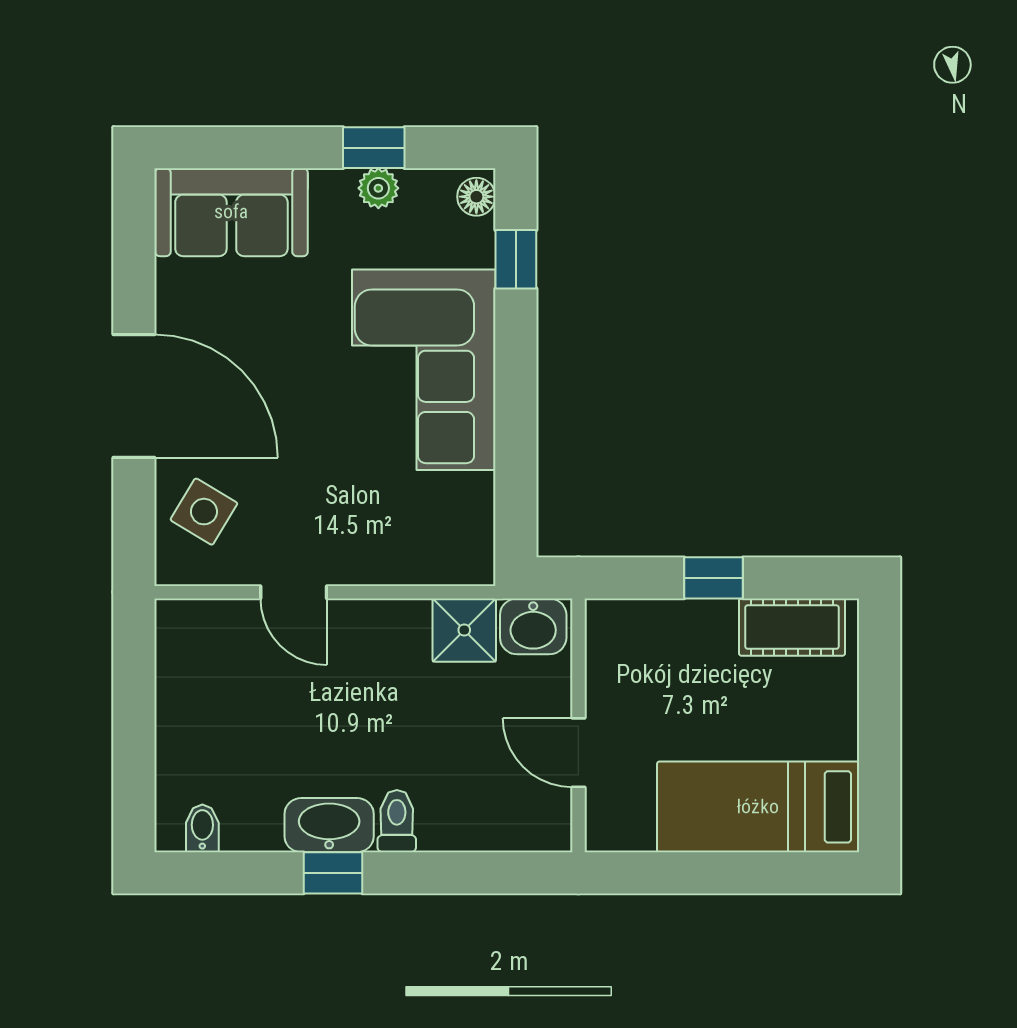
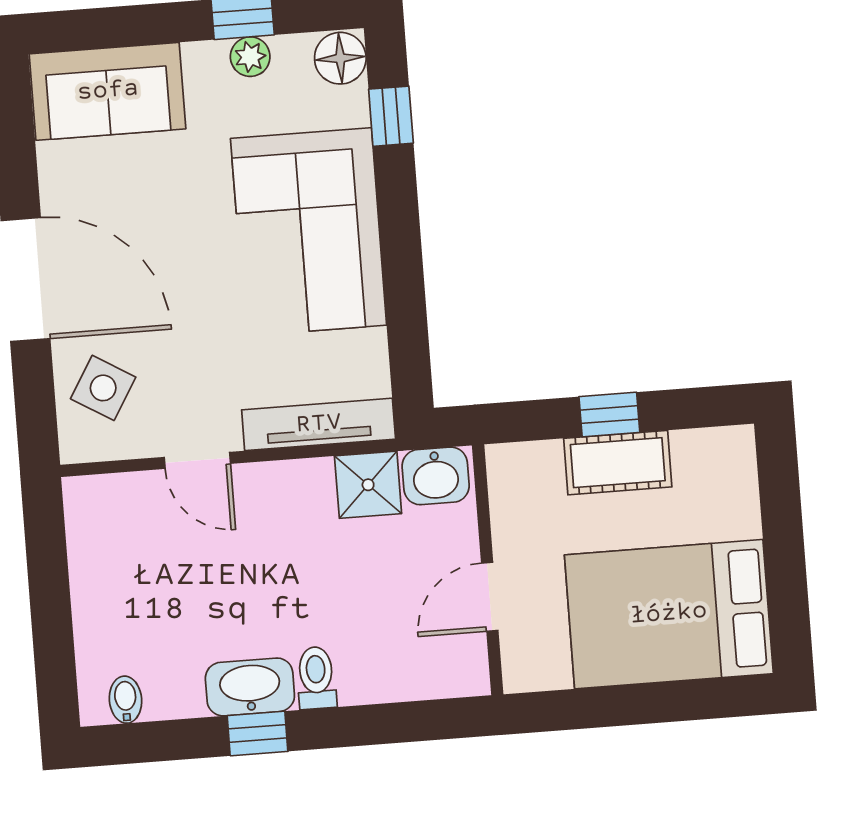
floor lamp: (476, 197) -> (340, 58), width x1.37, depth x1.37
tv unit: (419, 565) -> (319, 424), added
cot: (792, 627) -> (618, 463), moved
door: (578, 753) -> (490, 597), hinge flipped
bed: (758, 807) -> (669, 614), width x1.50

